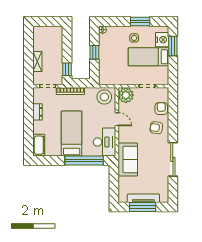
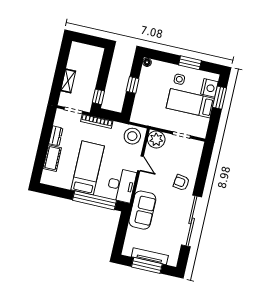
armchair: (161, 109) -> (191, 163), removed
cot: (39, 145) -> (52, 158), moved
sliding door: (173, 159) -> (192, 221), width x1.36

